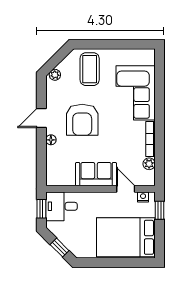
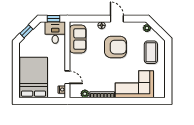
coffee table: (90, 69) -> (151, 52), turned 90
armchair: (82, 120) -> (116, 47), turned 180
sofa: (96, 174) -> (78, 39), moved
door: (126, 189) -> (67, 77), hinge flipped
window: (159, 210) -> (52, 101), removed

